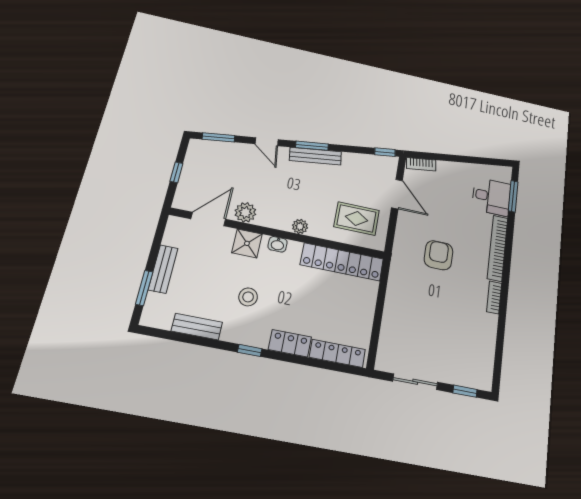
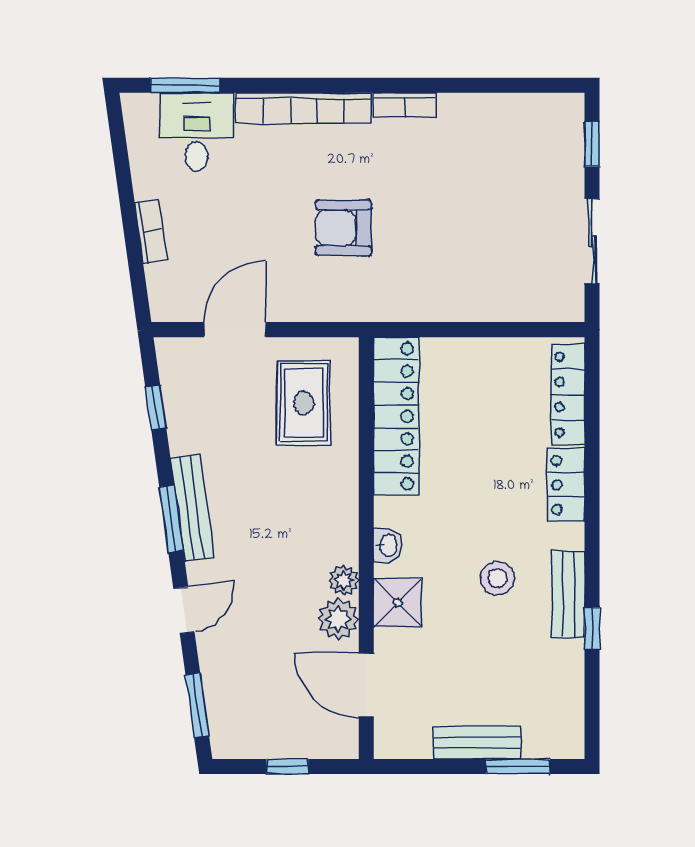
window: (385, 152) -> (156, 408), moved
bookcase: (421, 164) -> (151, 231), moved
plant: (300, 226) -> (344, 580), moved
bench: (197, 327) -> (568, 594), moved
window: (250, 350) -> (592, 628), moved

